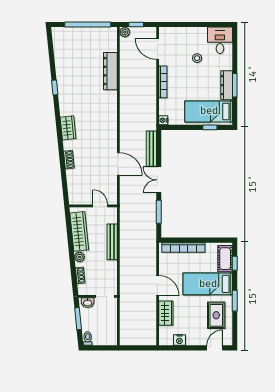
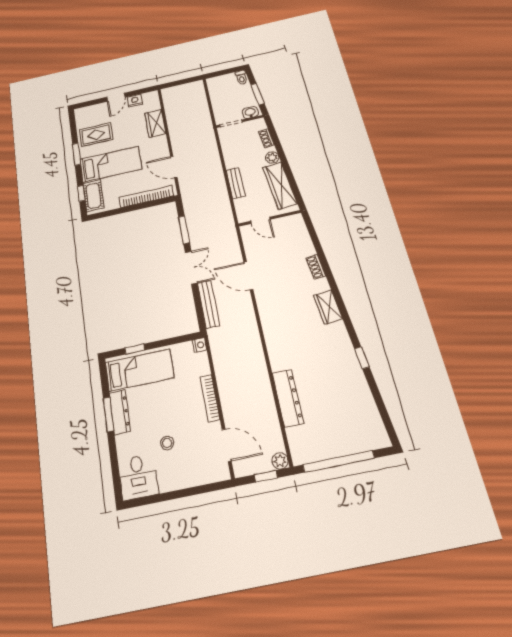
bench: (112, 242) -> (236, 183), width x0.73
door: (158, 285) -> (174, 167), moved
rug: (216, 315) -> (96, 135), turned 90
door: (215, 348) -> (116, 97), moved

